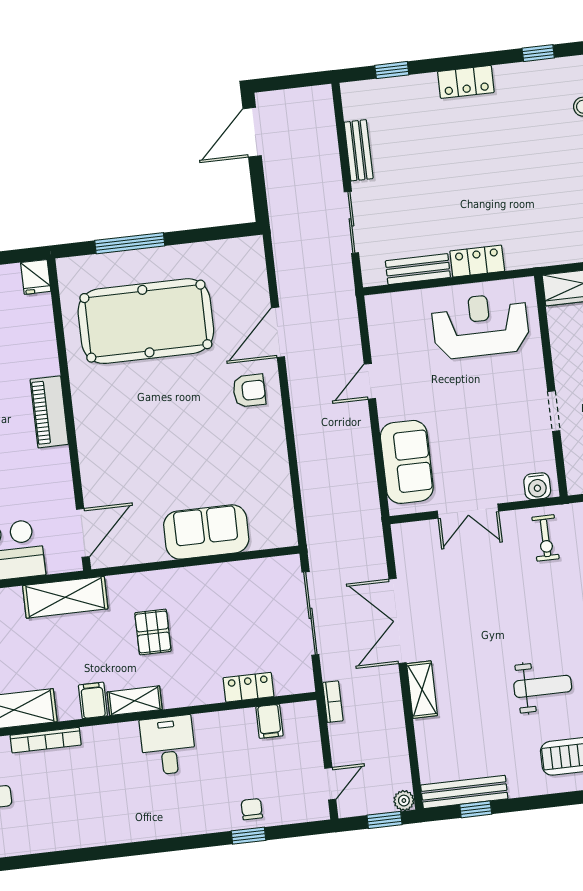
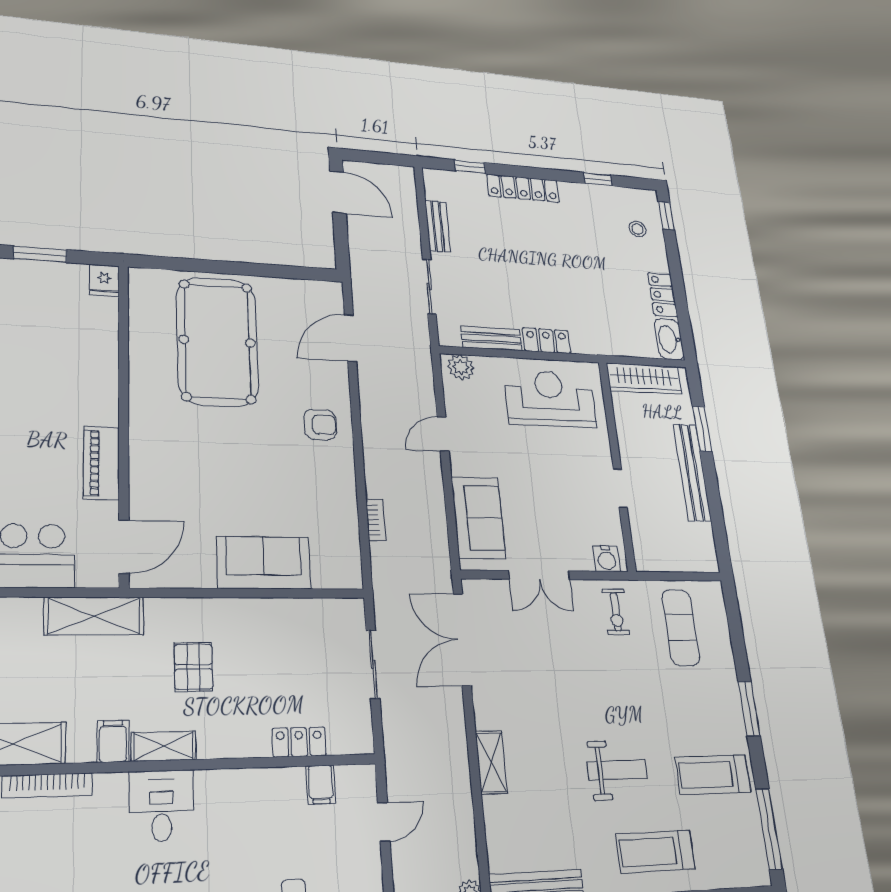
locker: (466, 82) -> (523, 188), width x1.53
door: (252, 132) -> (338, 192), swing flipped
window: (130, 243) -> (208, 266), removed
plant: (387, 307) -> (461, 367), added
pool table: (146, 321) -> (217, 341), turned 90
door: (278, 332) -> (350, 338), moved
piano: (49, 412) -> (101, 463), moved
sliding door: (310, 613) -> (373, 664), width x0.73
double door: (398, 621) -> (462, 640), moved
bookcase: (333, 702) -> (376, 520), moved
desk: (168, 745) -> (162, 806), moved
door: (330, 784) -> (384, 822), moved

